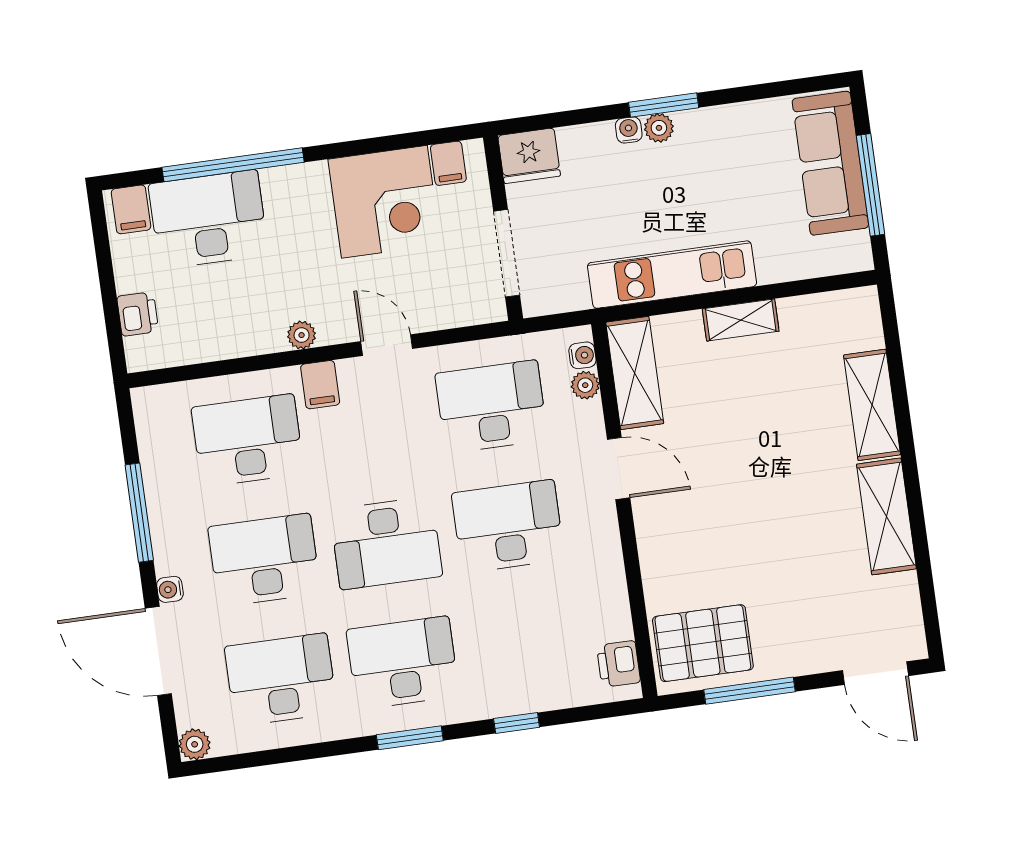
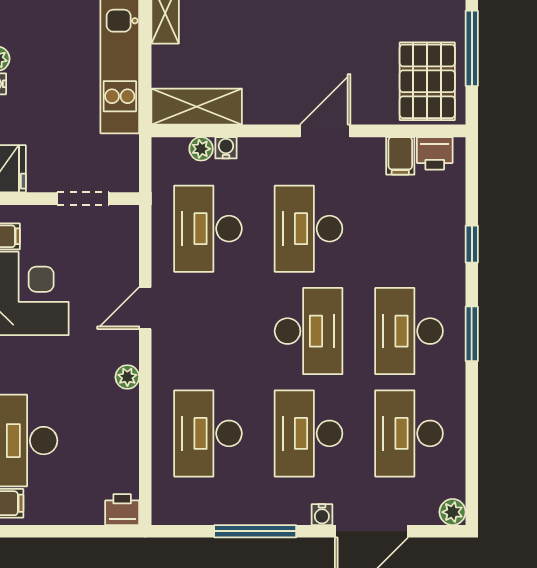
doorway: (507, 253) -> (83, 199), width x0.73
printer: (138, 314) -> (122, 510), moved
water cooler: (582, 355) -> (226, 148), moved
filing cabinet: (320, 385) -> (400, 156), moved, turned 90
door: (619, 469) -> (325, 131), moved

